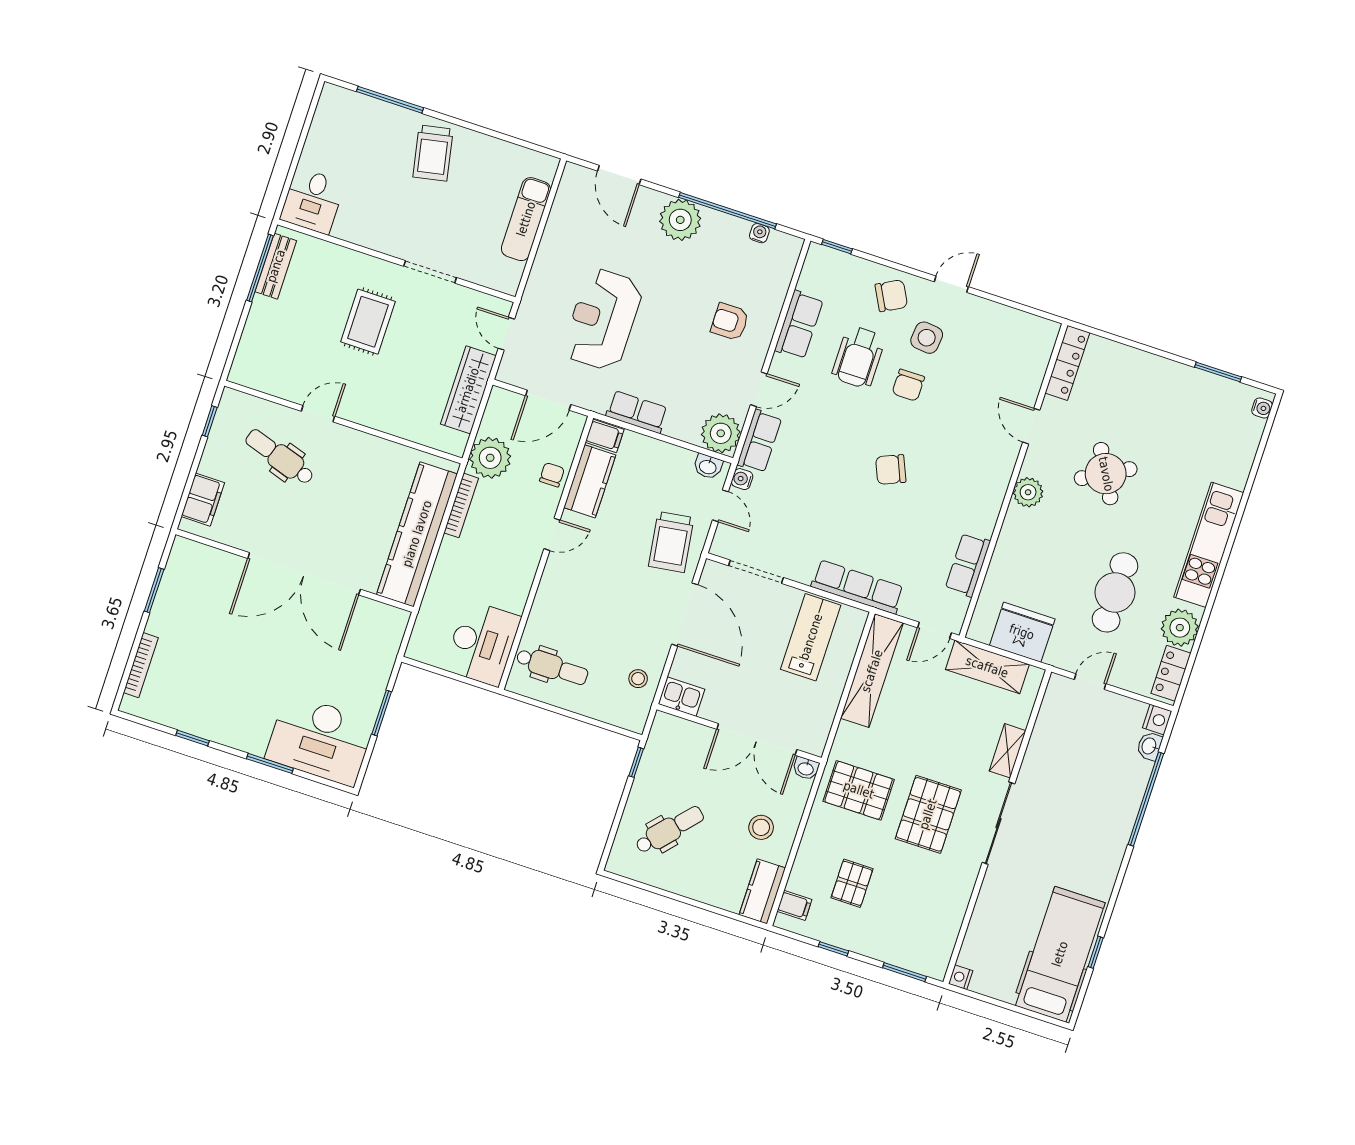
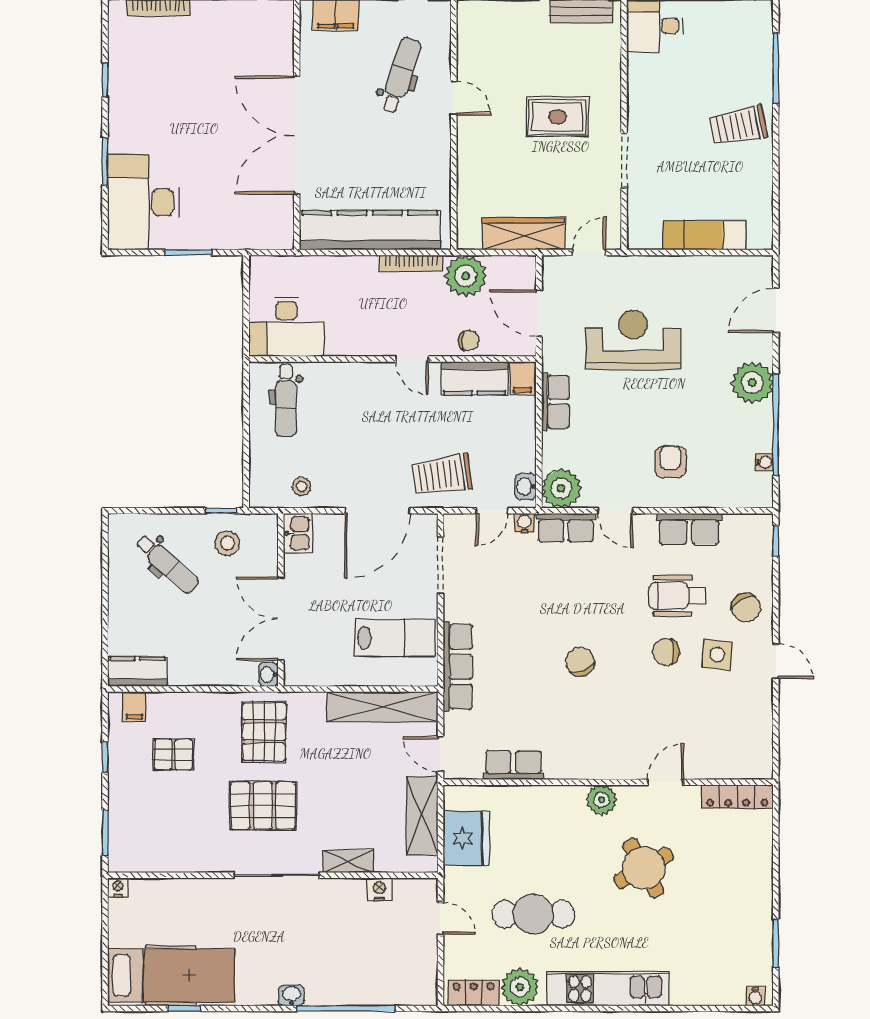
nightstand: (1157, 720) -> (379, 890), moved, turned 180
washbasin: (1149, 746) -> (291, 995), moved
stool: (761, 827) -> (227, 543), moved

